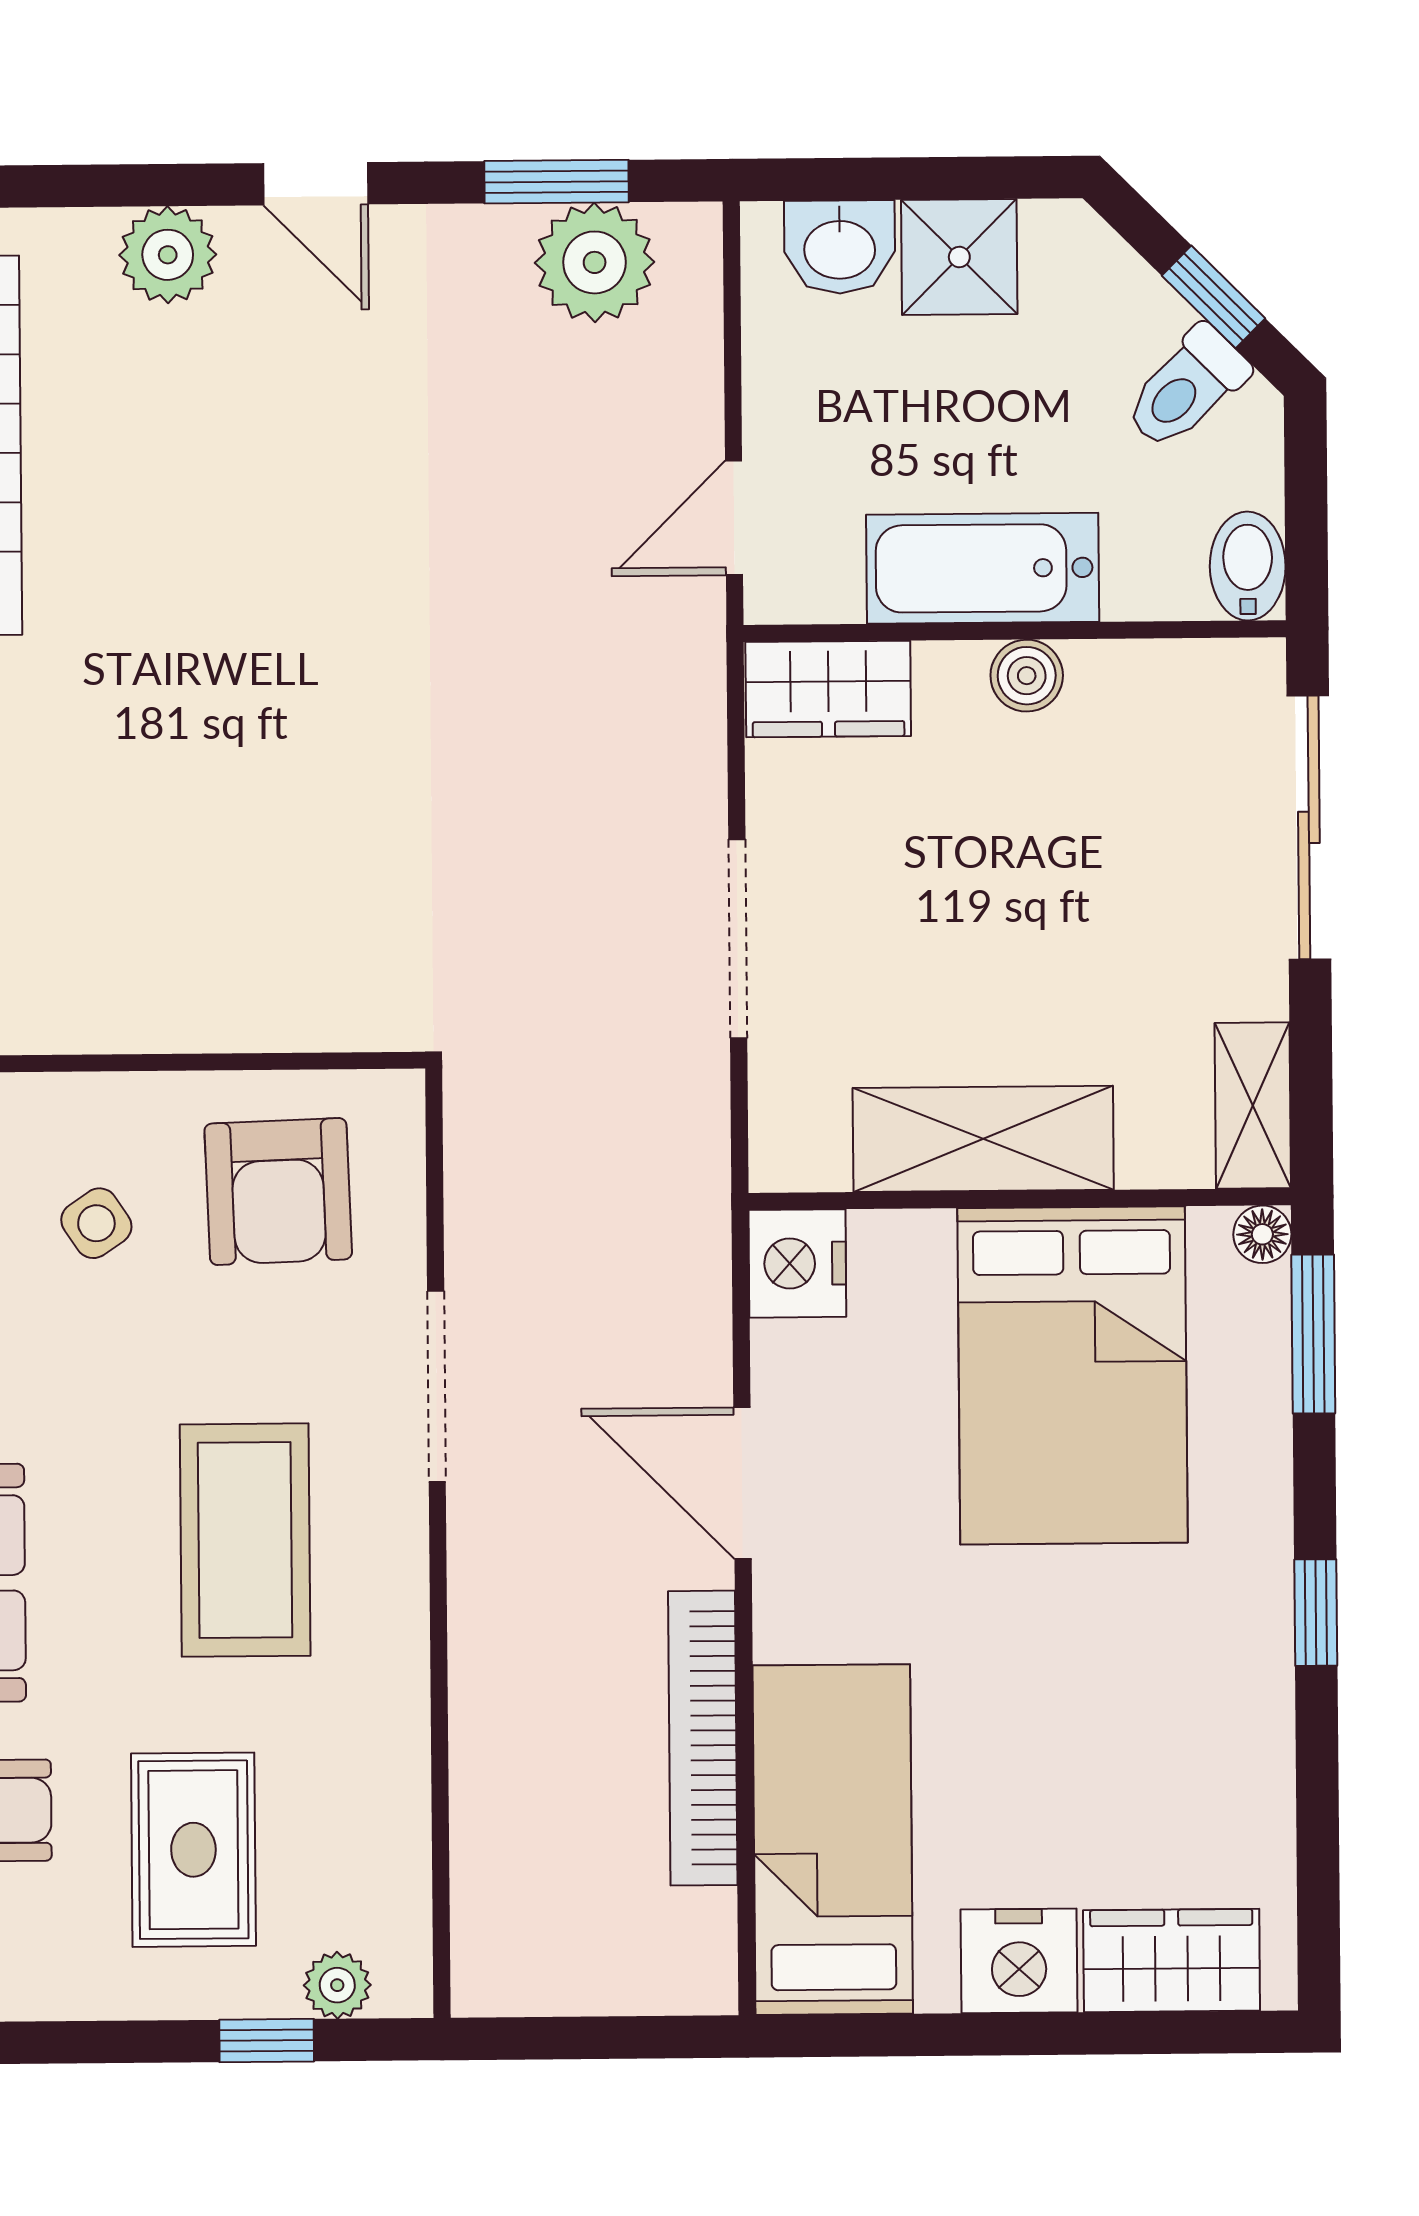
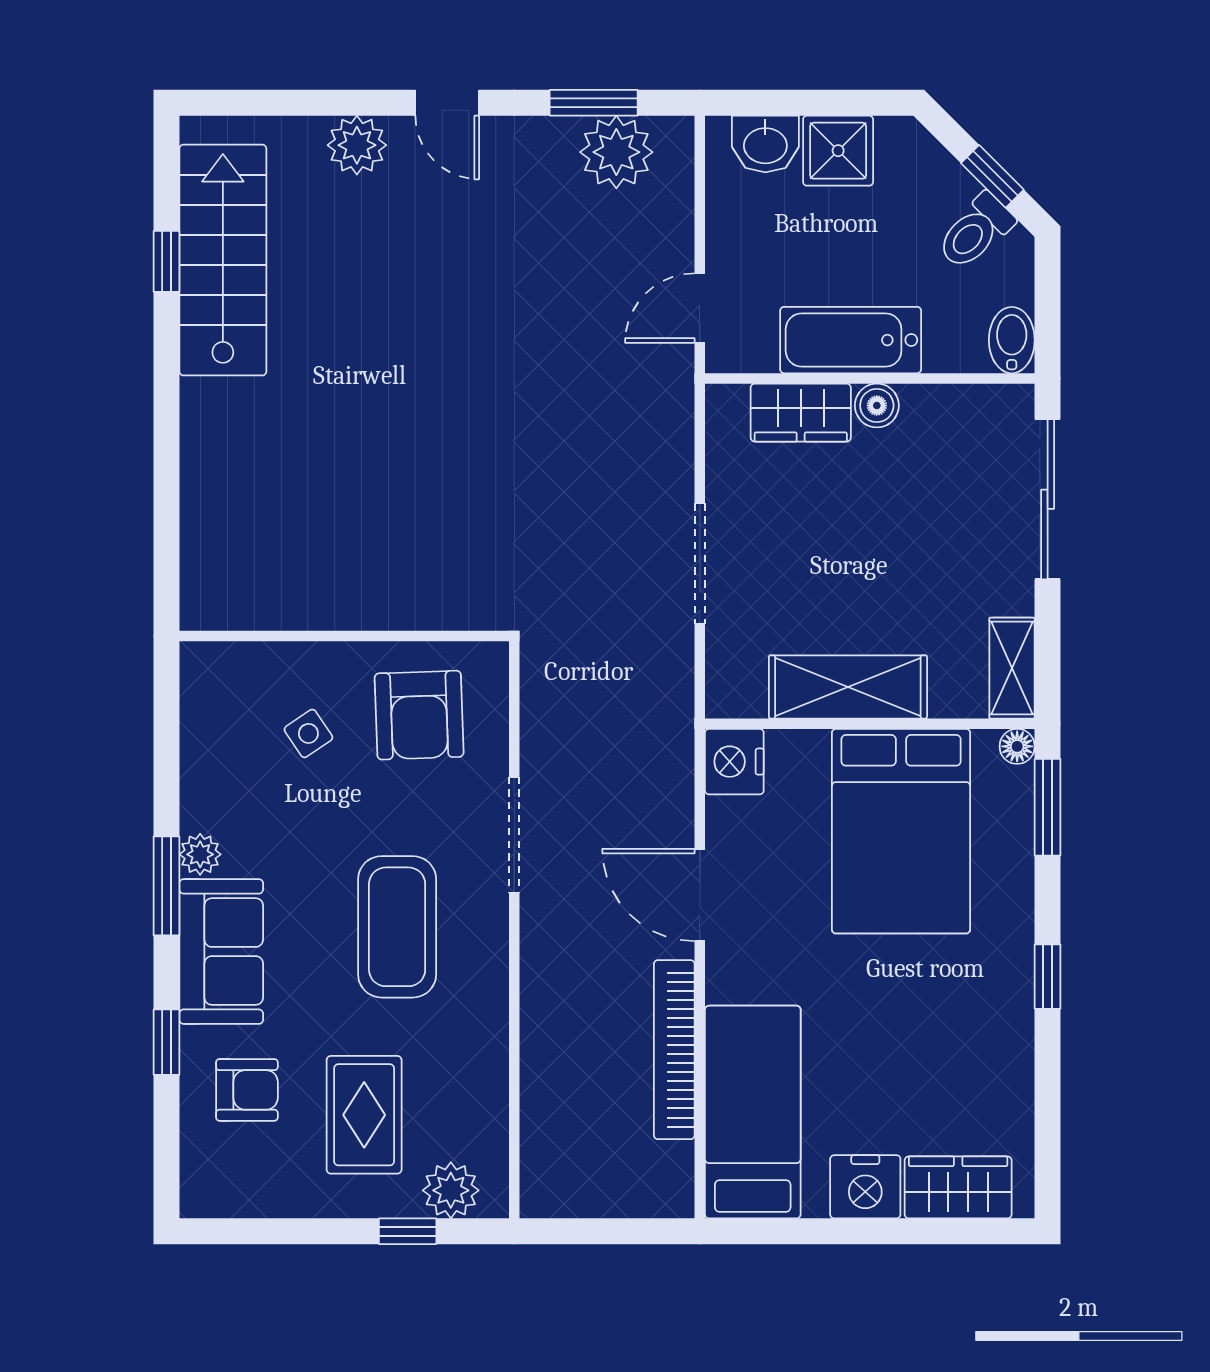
wardrobe: (828, 689) -> (801, 413), moved
plant: (337, 1985) -> (451, 1190), width x1.38, depth x1.38

